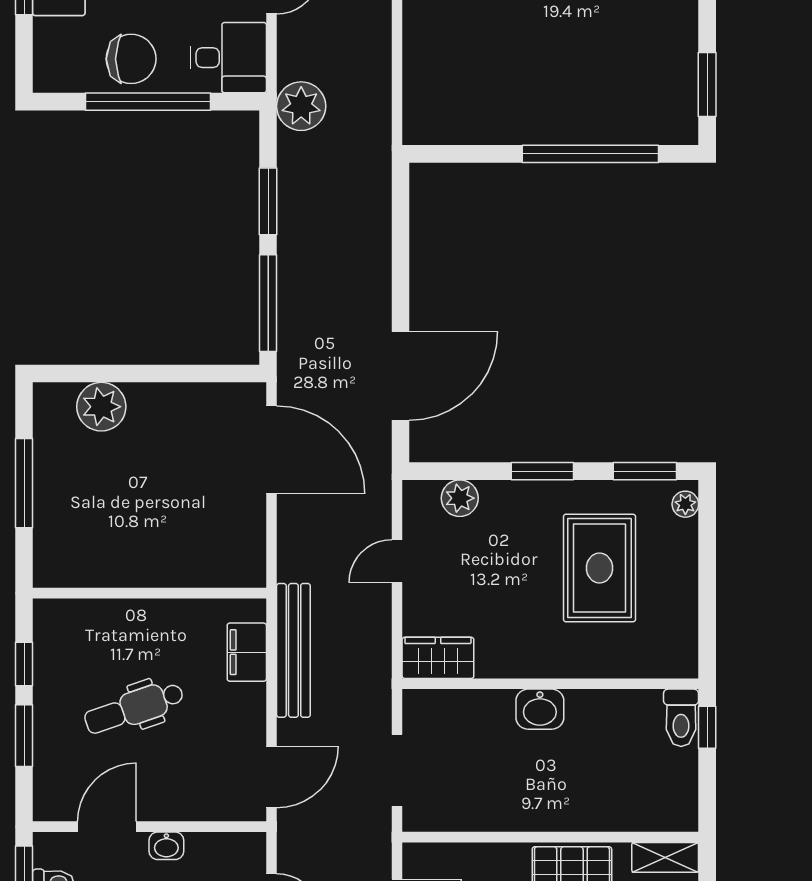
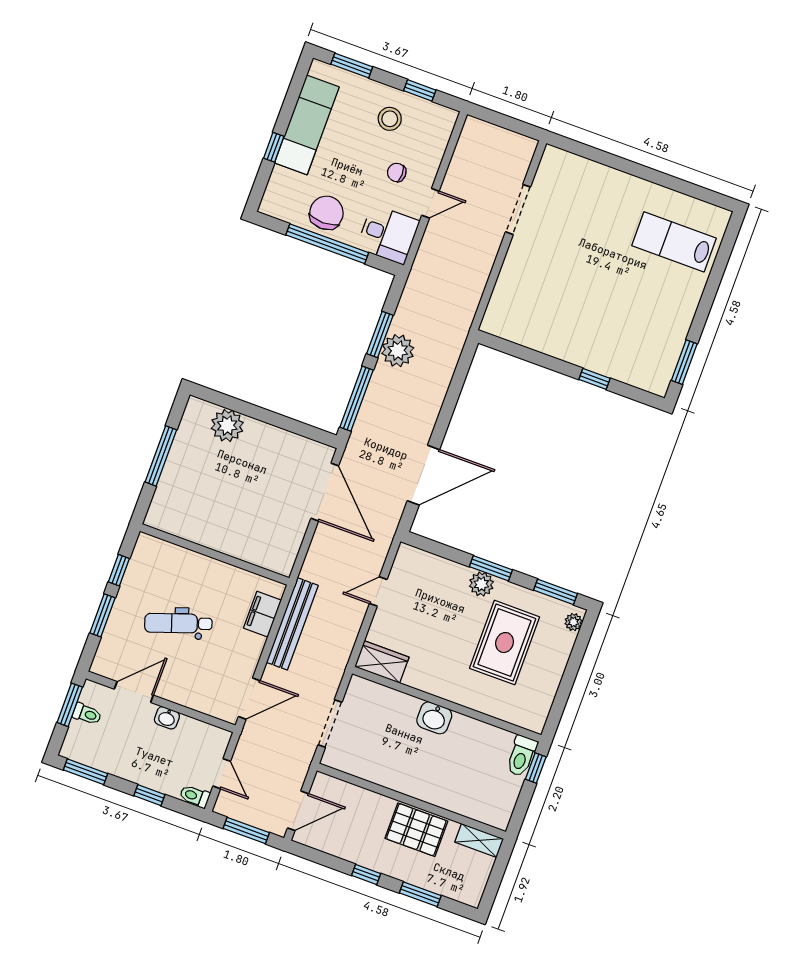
chair: (131, 59) -> (326, 213), turned -90
plant: (301, 106) -> (398, 351), moved
window: (590, 154) -> (594, 379), width x0.32
plant: (460, 498) -> (481, 584), moved

